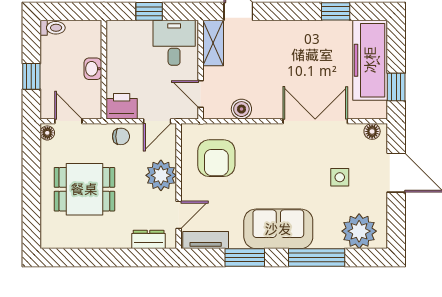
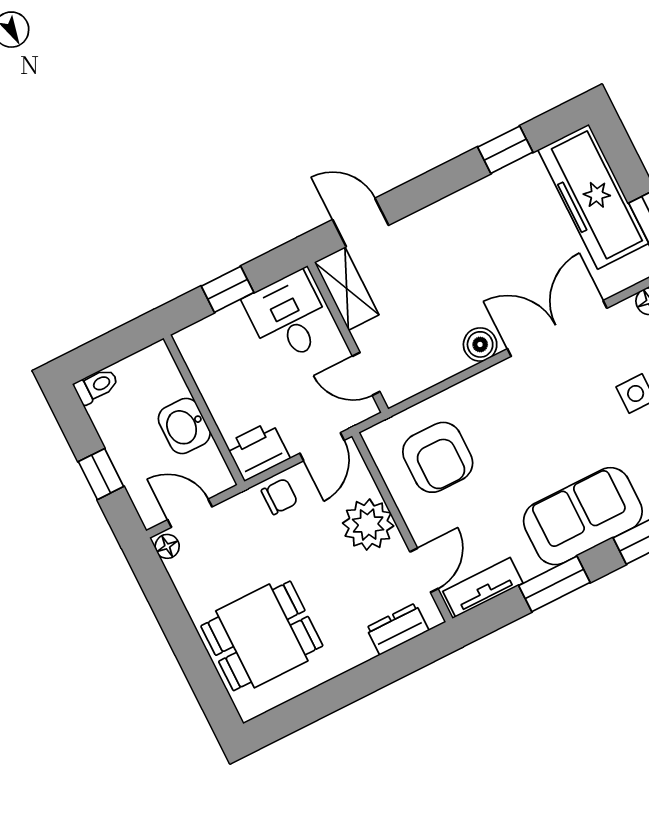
washbasin: (93, 69) -> (184, 426), width x1.38, depth x1.45
boiler: (241, 109) -> (480, 344), moved
dining table: (84, 189) -> (262, 636), moved

